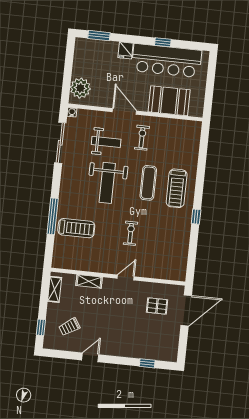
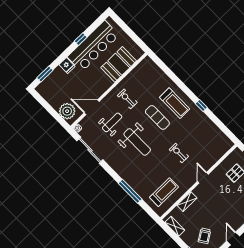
door: (124, 111) -> (92, 107), moved
treadmill: (76, 228) -> (164, 192), moved

